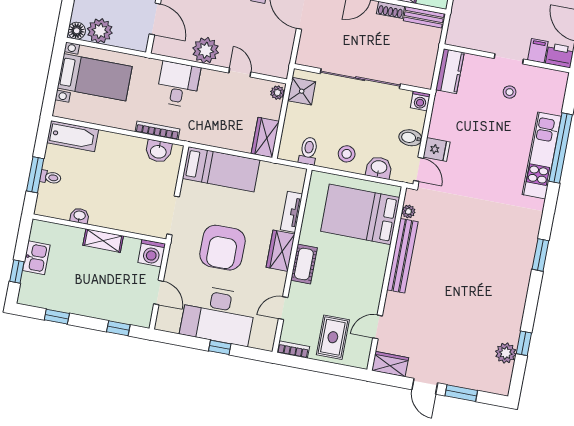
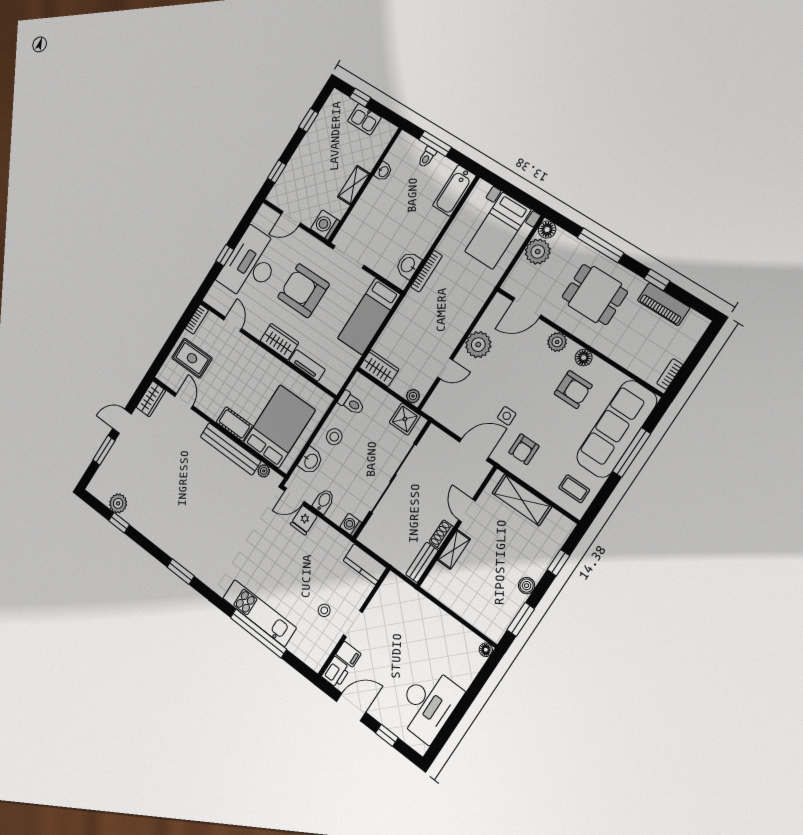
desk: (178, 84) -> (459, 307), removed
cot: (304, 264) -> (234, 424), moved

